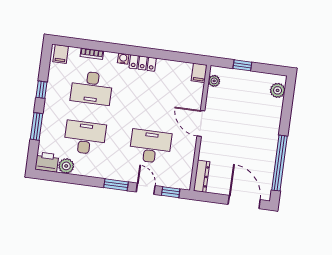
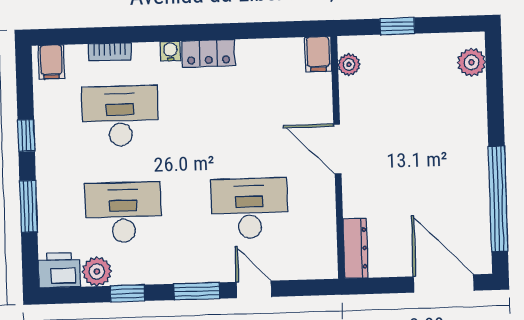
desk: (92, 88) -> (120, 116), turned 180
window: (171, 192) -> (127, 293), moved

